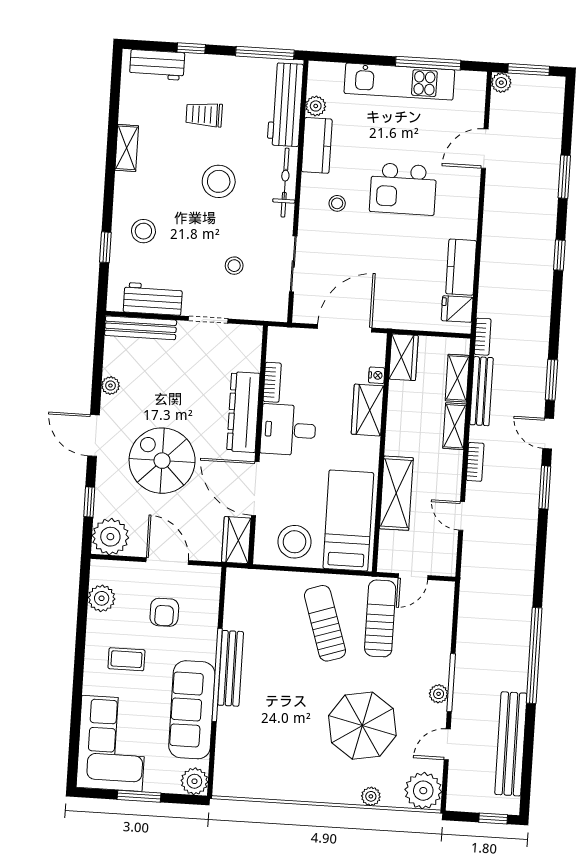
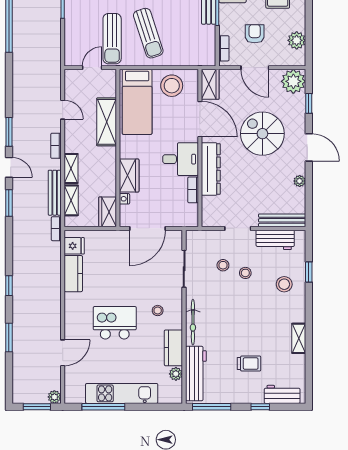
stool: (219, 181) -> (245, 273), moved, width x0.53, depth x0.53
spiral stairs: (162, 461) -> (262, 134), turned 180
bookcase: (212, 593) -> (224, 48), added

